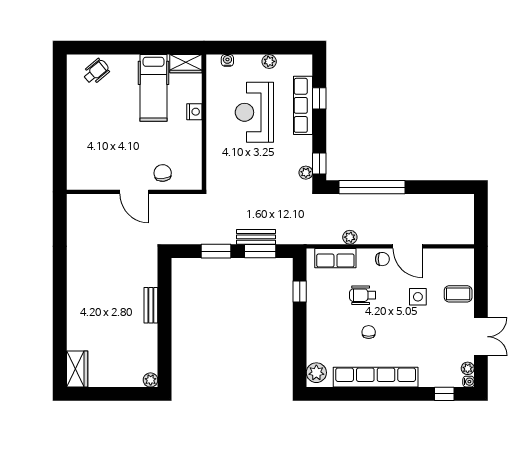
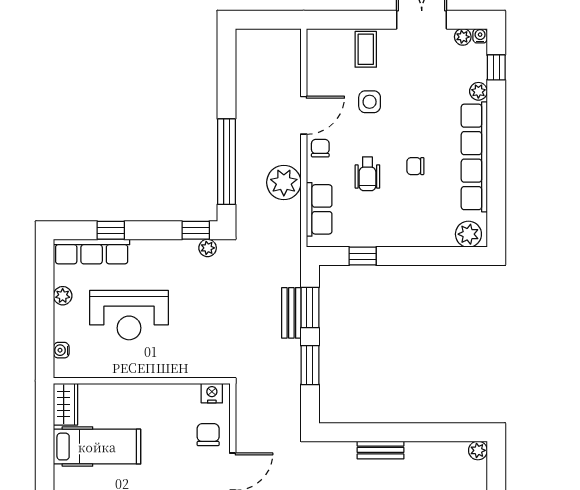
row of seats: (303, 105) -> (92, 252), moved
nightstand: (194, 112) -> (212, 393), moved
chair: (163, 173) -> (208, 435), turned 96
plant: (350, 237) -> (284, 182), width x1.88, depth x1.88
plant: (426, 380) -> (478, 91), added

